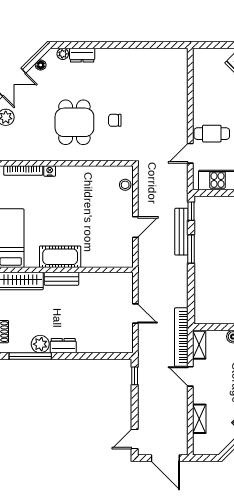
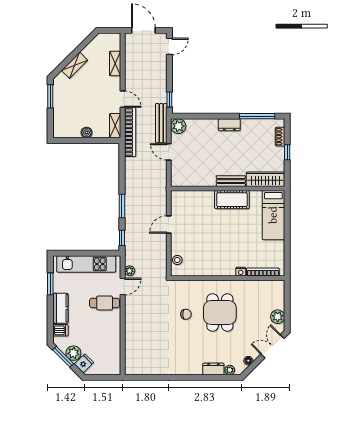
plant: (182, 172) -> (130, 271), added
bench: (181, 232) -> (161, 123), moved
plant: (40, 344) -> (178, 126), moved

